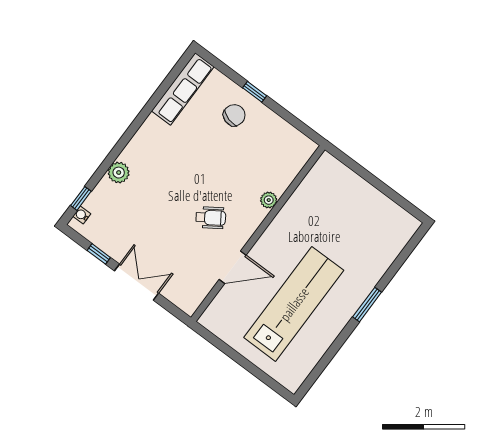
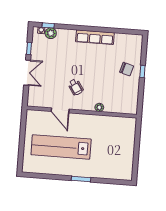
row of seats: (183, 89) -> (95, 37), moved
plant: (119, 173) -> (51, 33), moved
lab bench: (294, 304) -> (61, 147), turned 180

